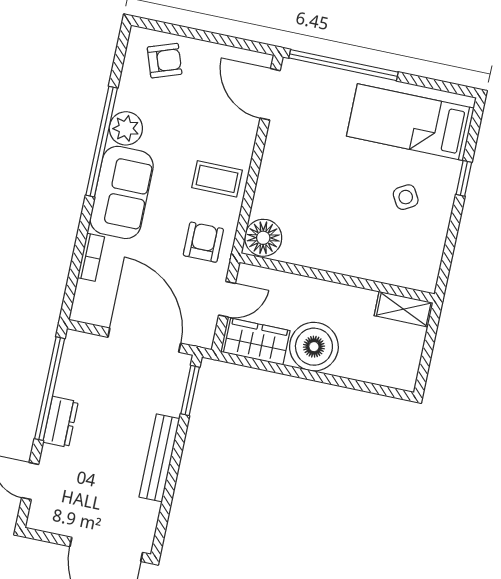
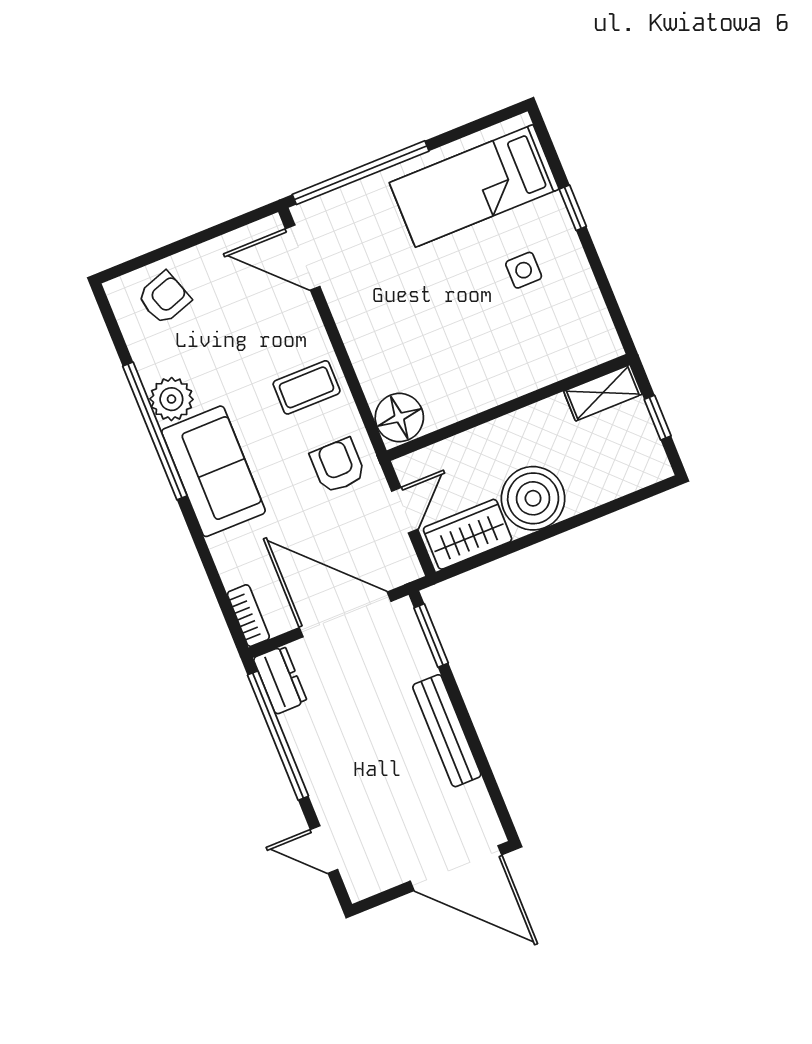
side table: (406, 197) -> (524, 270), turned 30
bookcase: (91, 257) -> (248, 616), moved
window: (428, 349) -> (658, 418), added
dresser: (61, 422) -> (280, 680), moved

